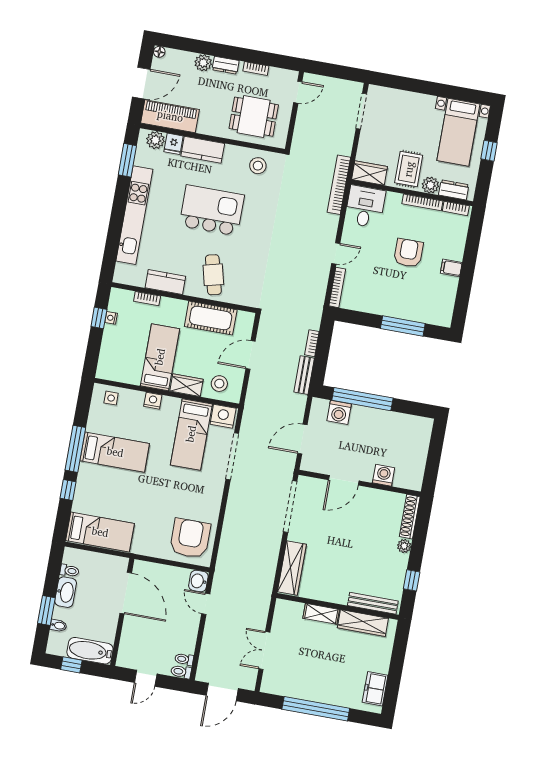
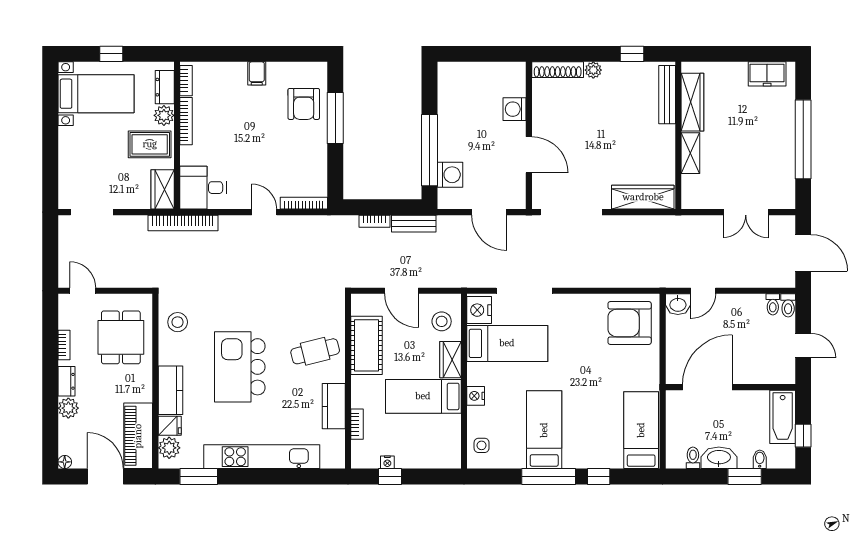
armchair: (408, 253) -> (304, 104), moved, turned -90

